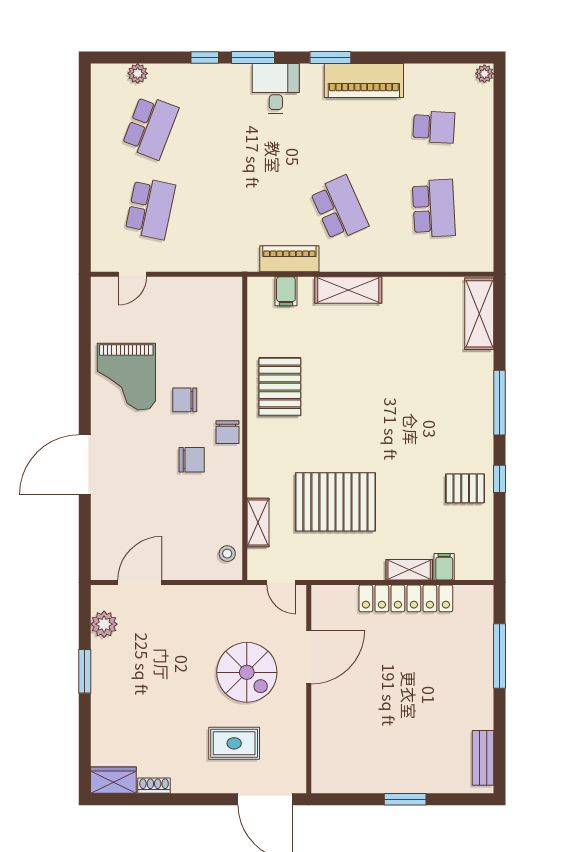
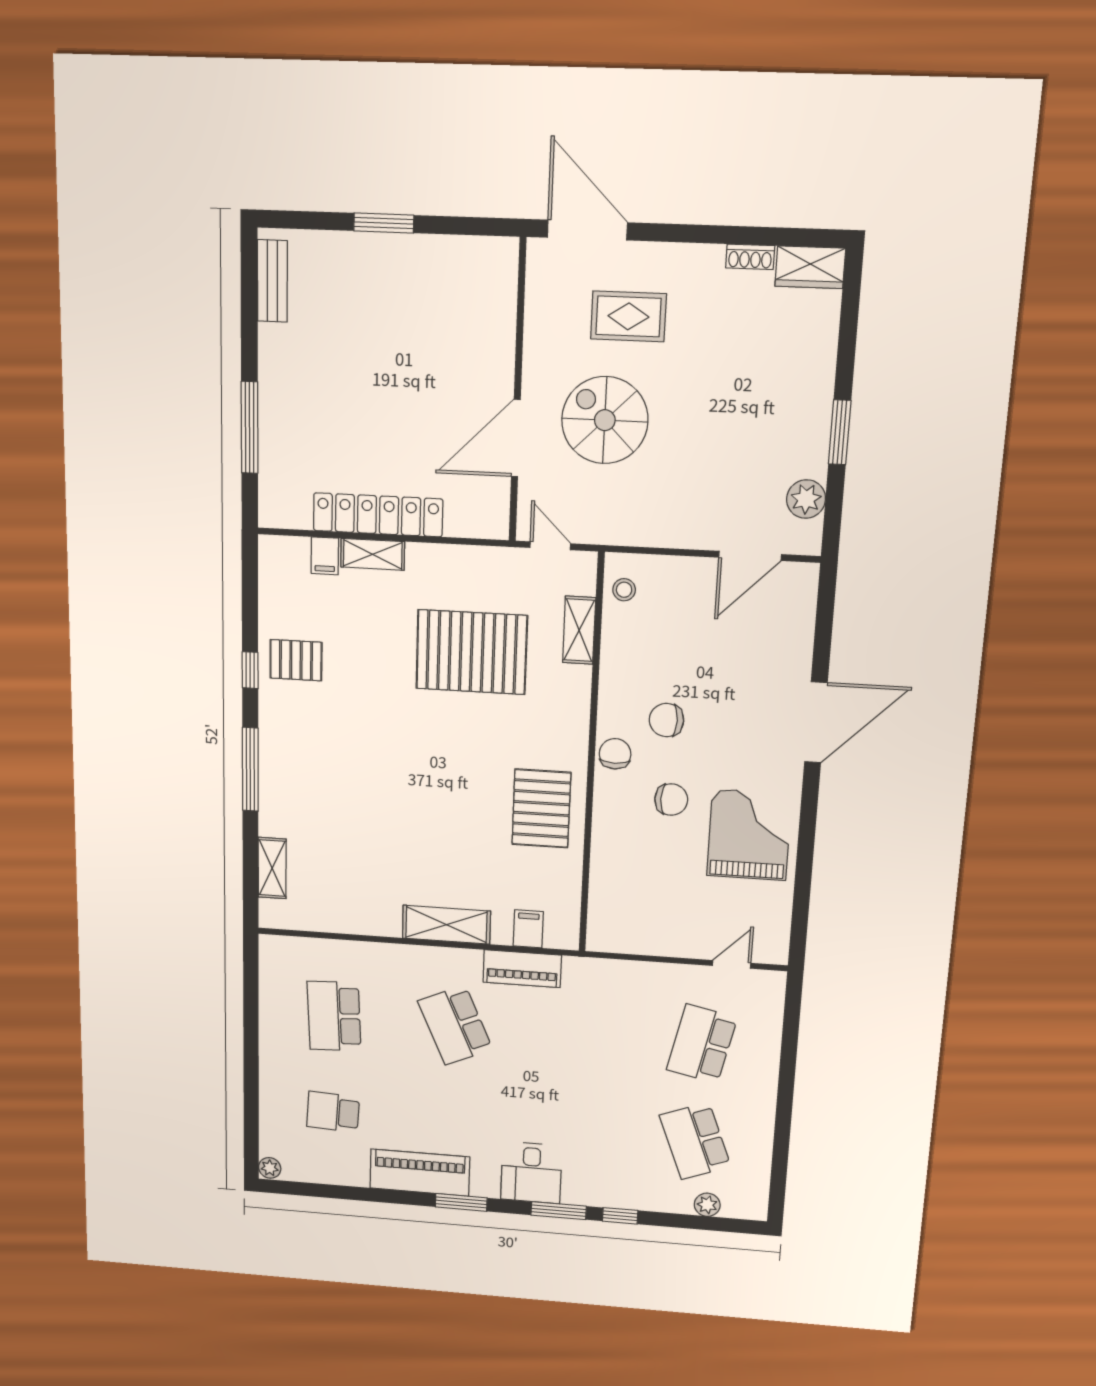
school desk: (150, 127) -> (695, 1141), turned -42
shelving: (479, 314) -> (272, 868), width x0.67, depth x0.75

